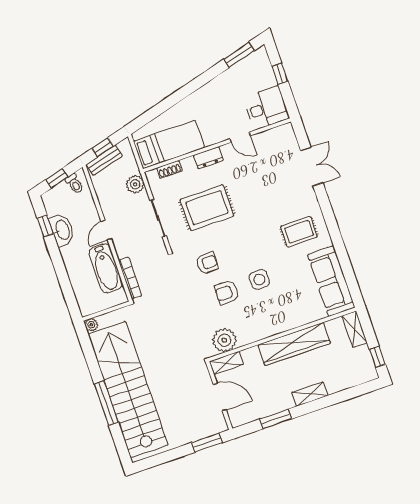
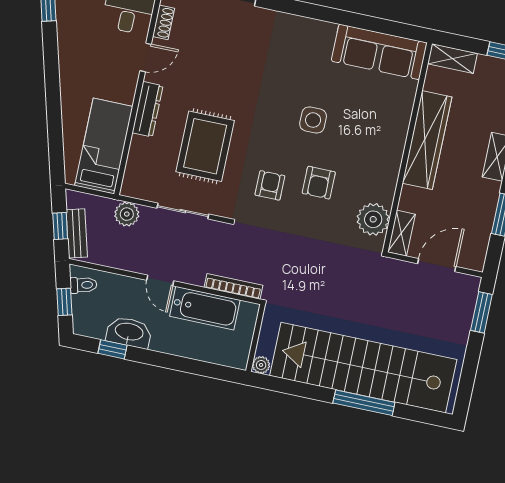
dresser: (208, 158) -> (148, 109), width x1.44
shoe rack: (169, 169) -> (163, 22), moved
rug: (299, 232) -> (298, 55), removed
side table: (259, 279) -> (313, 120), moved

